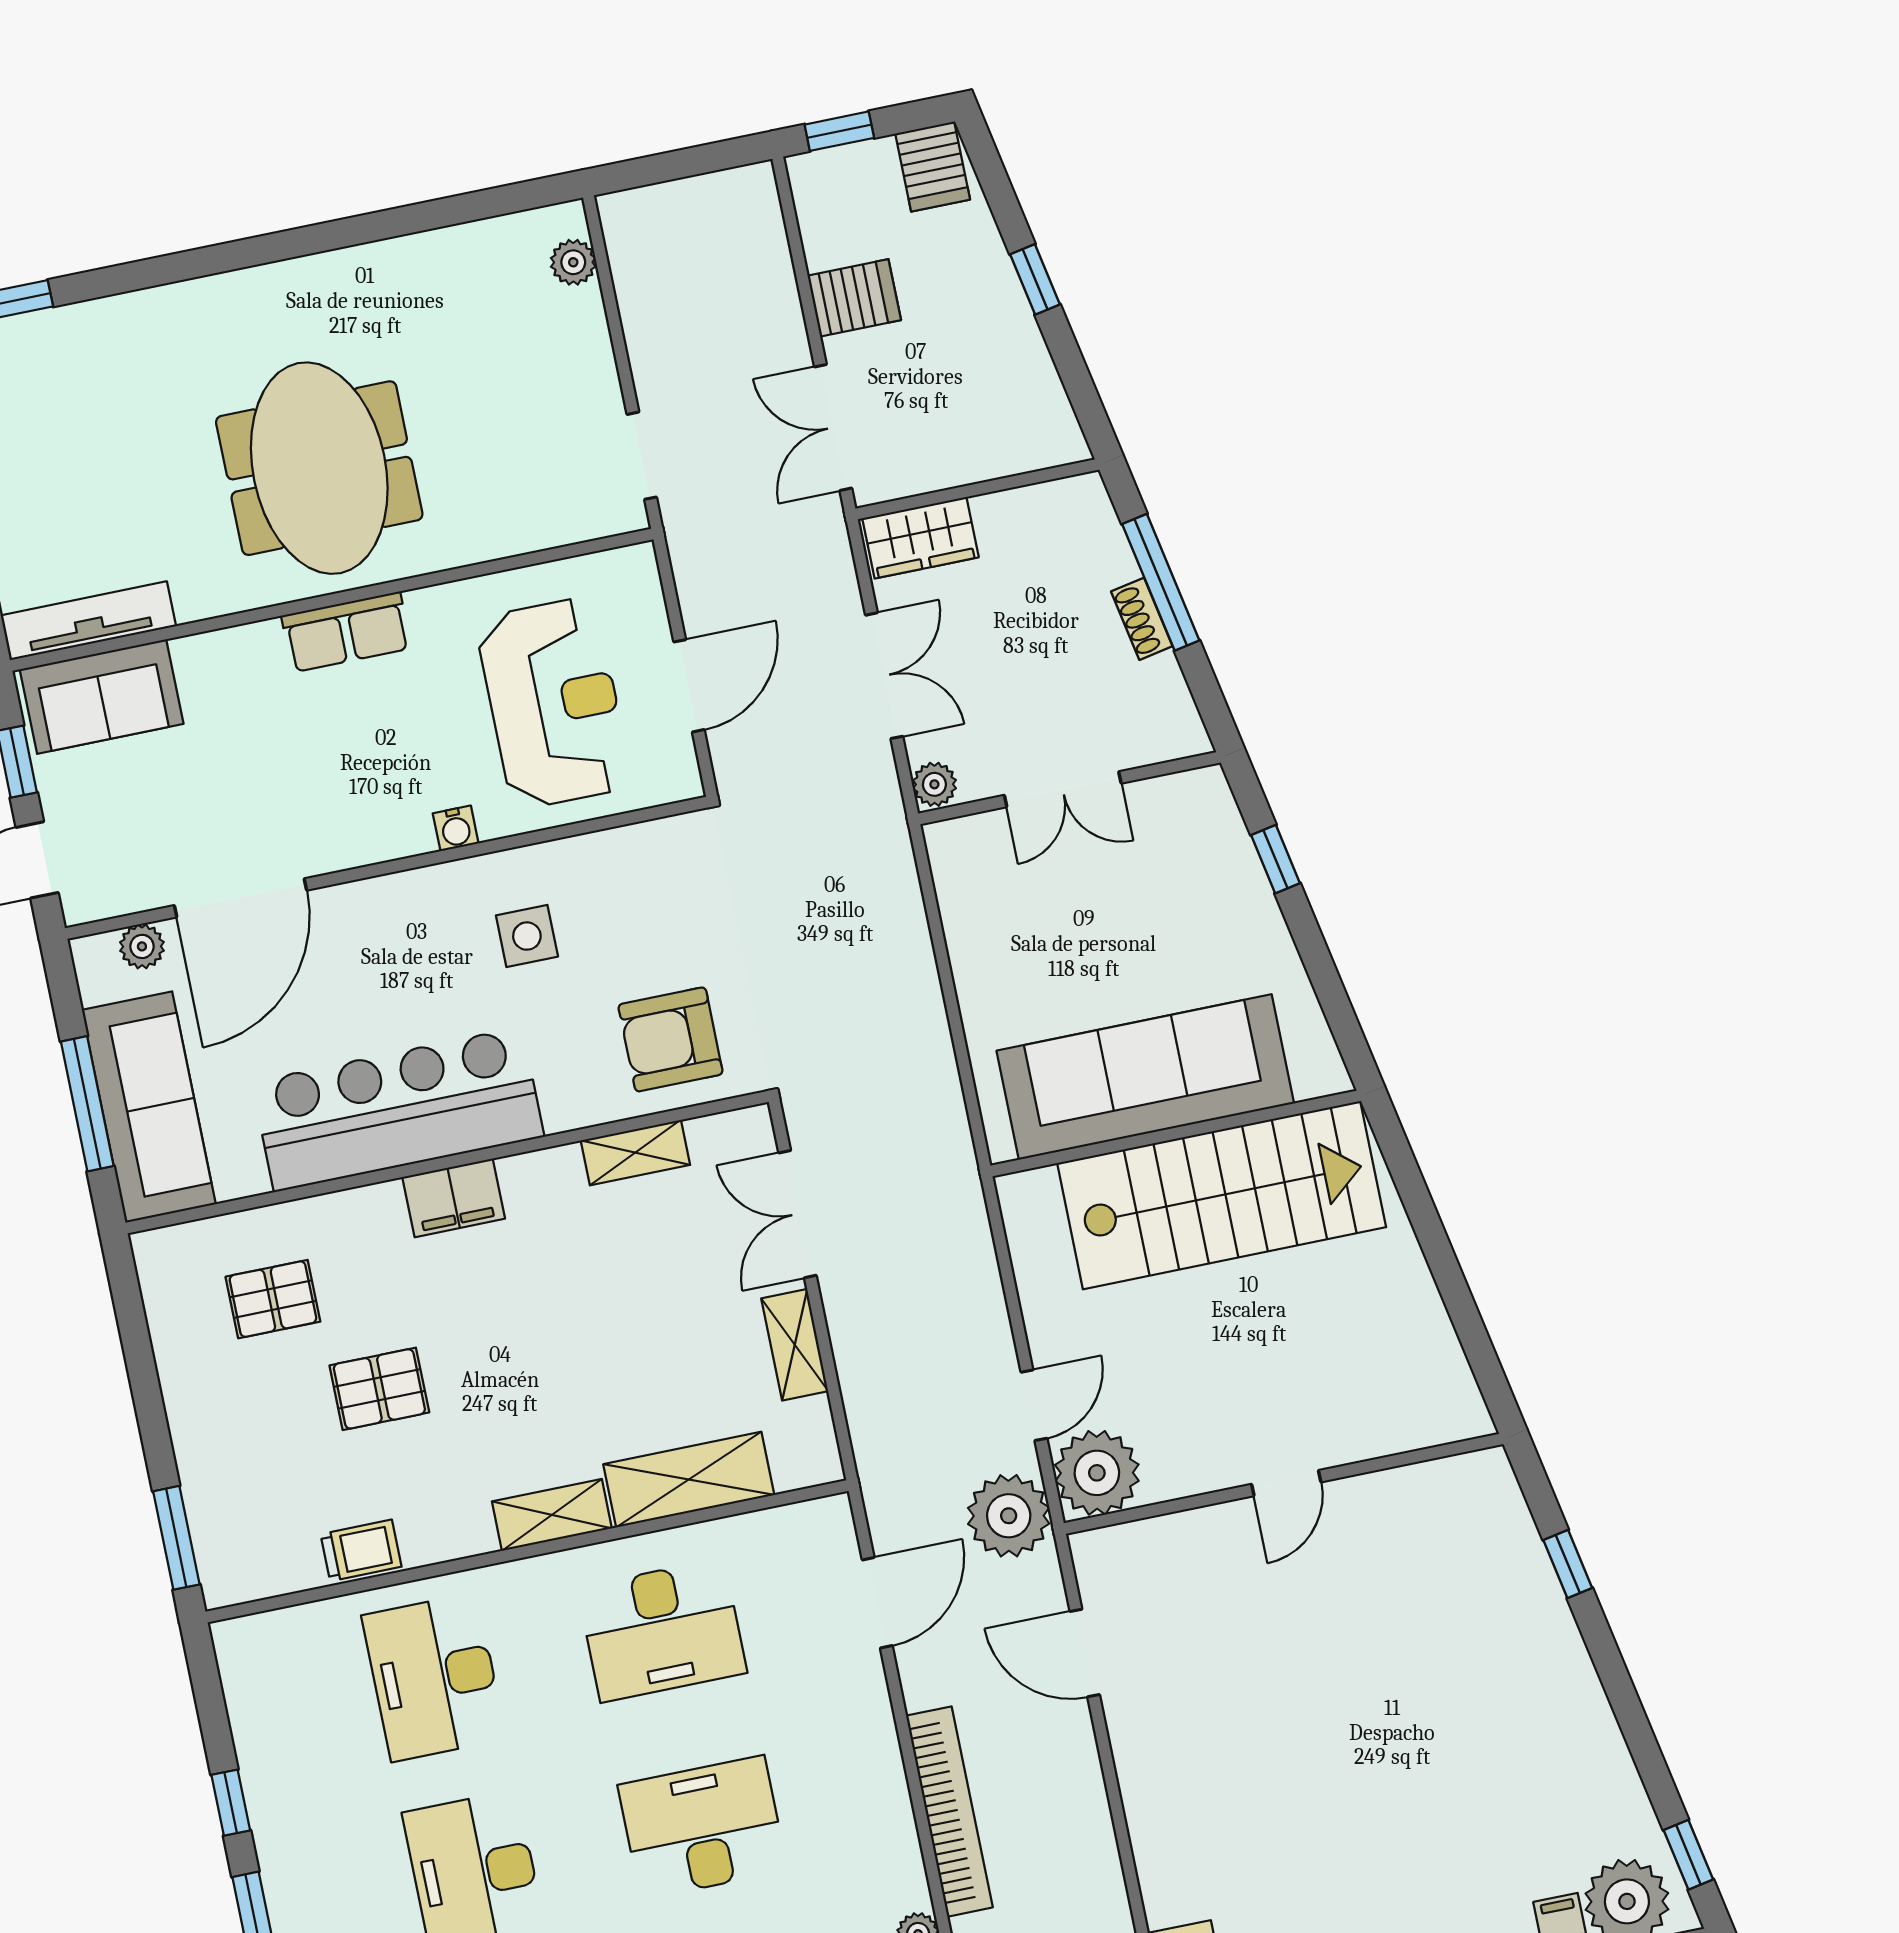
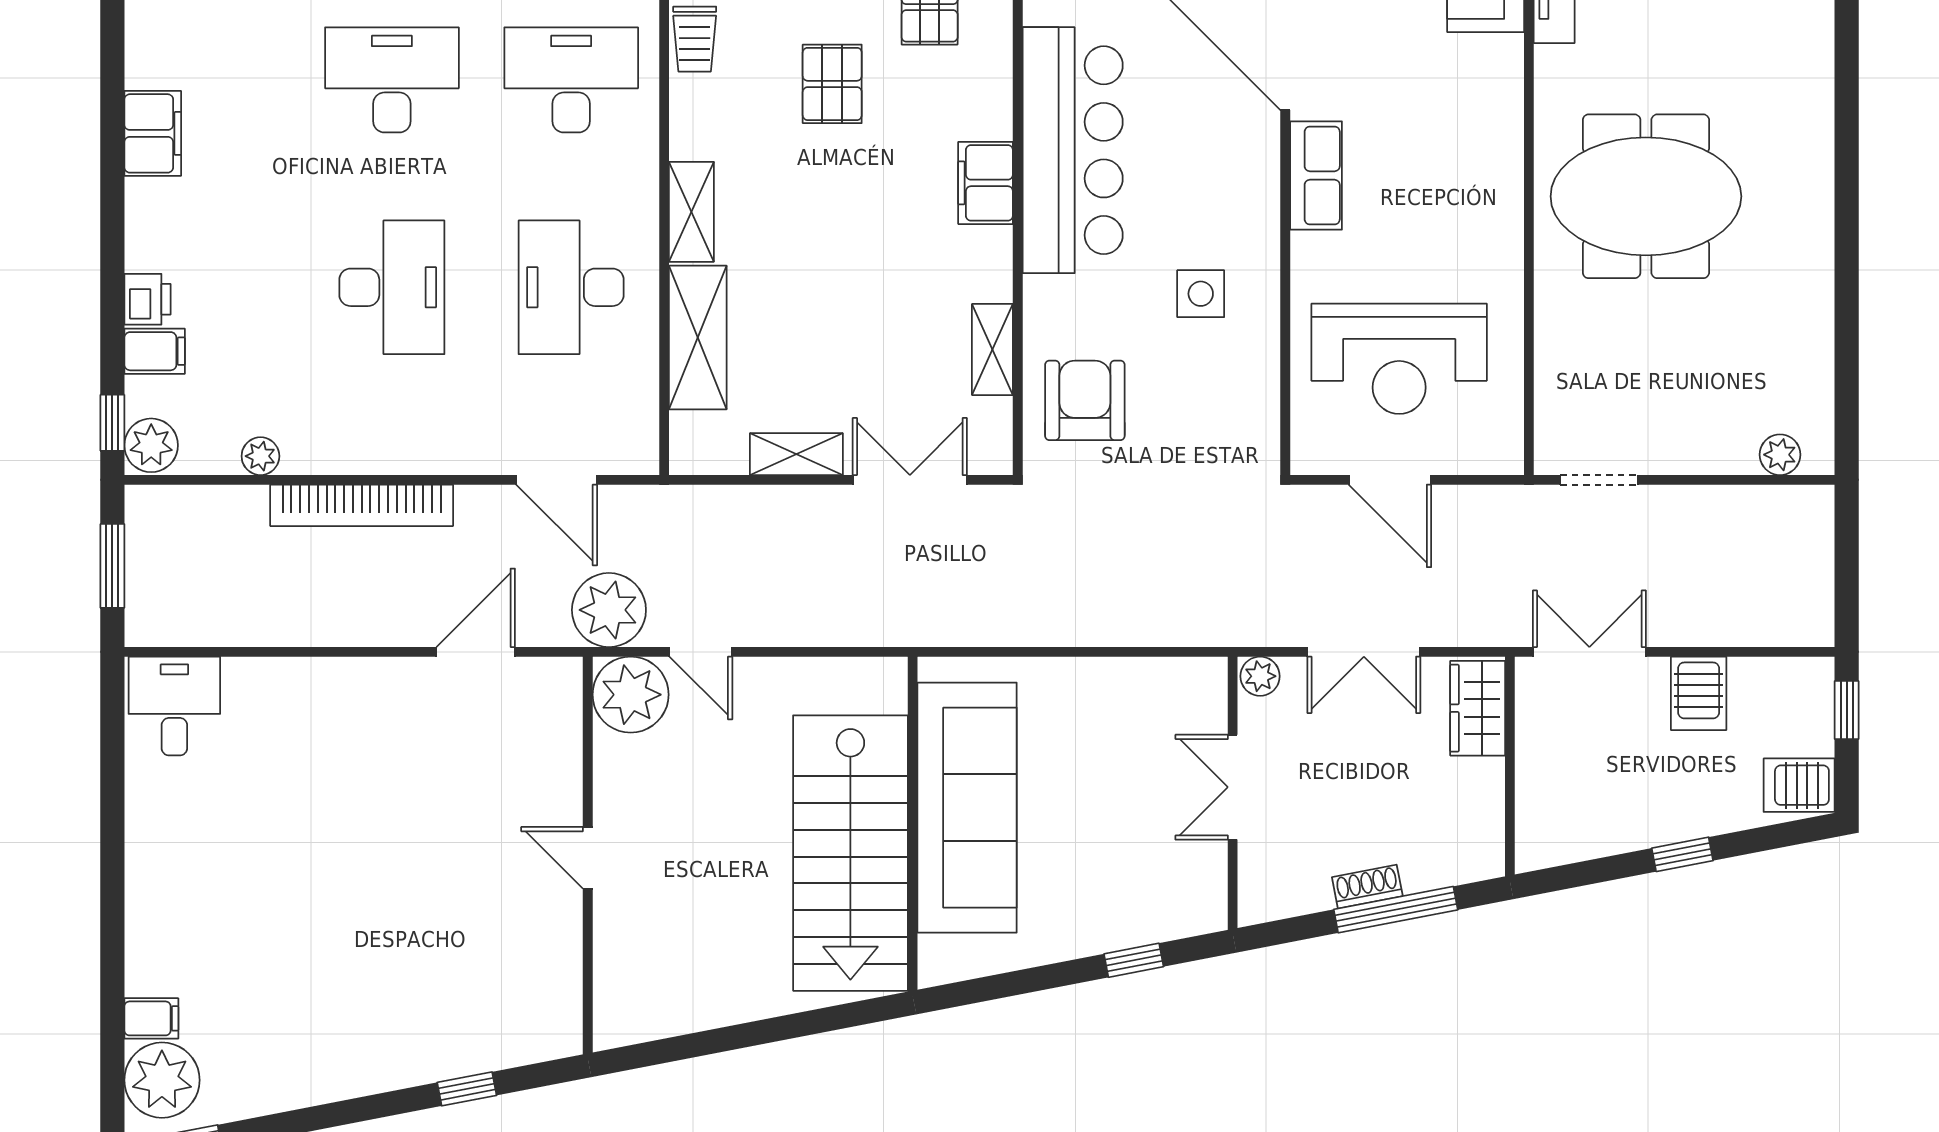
row of seats: (346, 632) -> (1316, 175), moved, turned 180
water cooler: (456, 828) -> (1307, 251), removed

